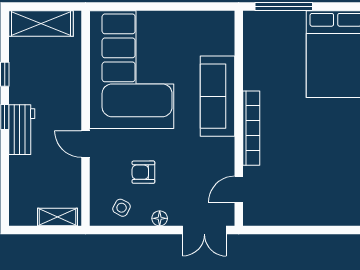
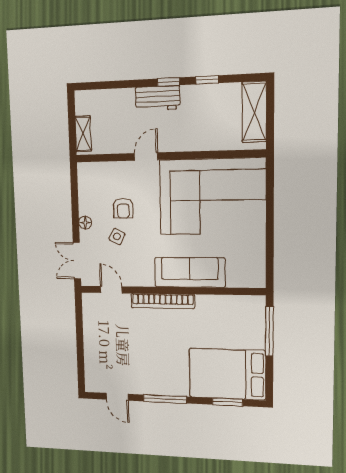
armchair: (143, 172) -> (123, 208), turned 180
side table: (122, 208) -> (117, 237), moved

